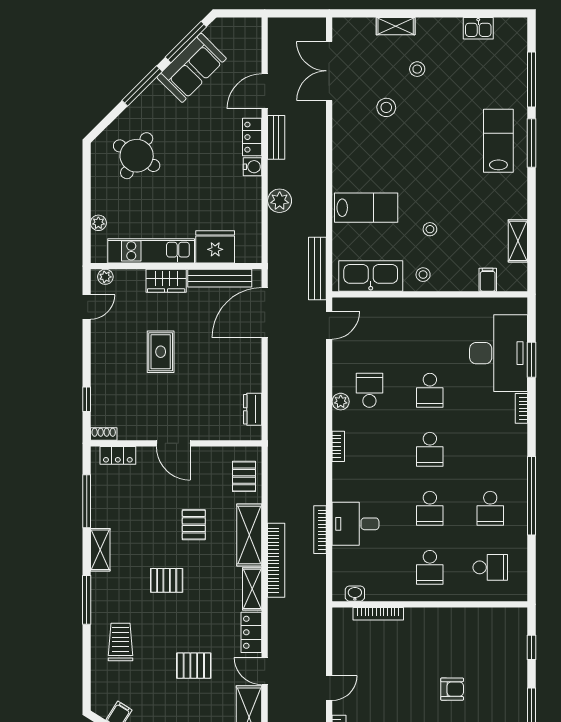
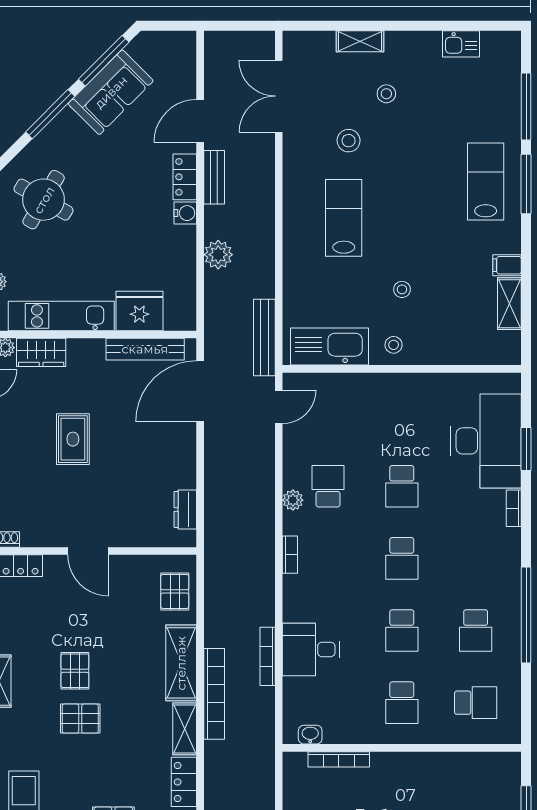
lab bench: (366, 208) -> (344, 218), moved, turned -90
filing cabinet: (488, 280) -> (507, 265), moved, turned -90
wardrobe: (166, 281) -> (41, 352), moved
pallet: (194, 525) -> (75, 671), moved

